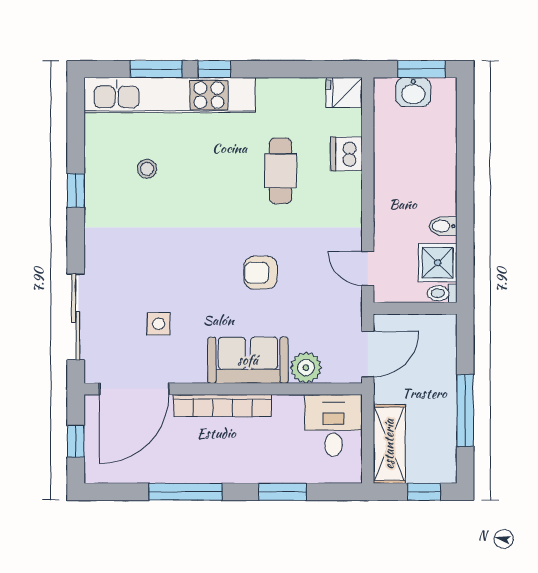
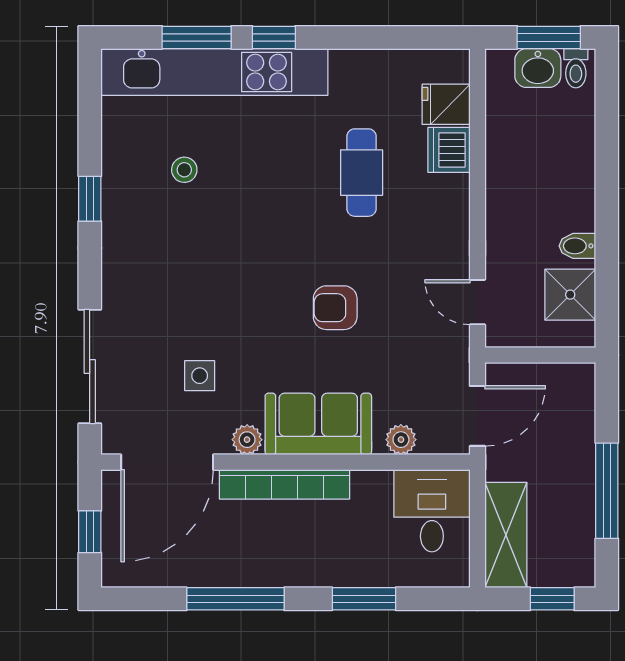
fridge: (344, 93) -> (446, 104), moved
toilet: (442, 293) -> (576, 68), moved, turned -90
plant: (306, 368) -> (401, 440), width x0.73, depth x0.73
plant: (194, 372) -> (247, 440), added

